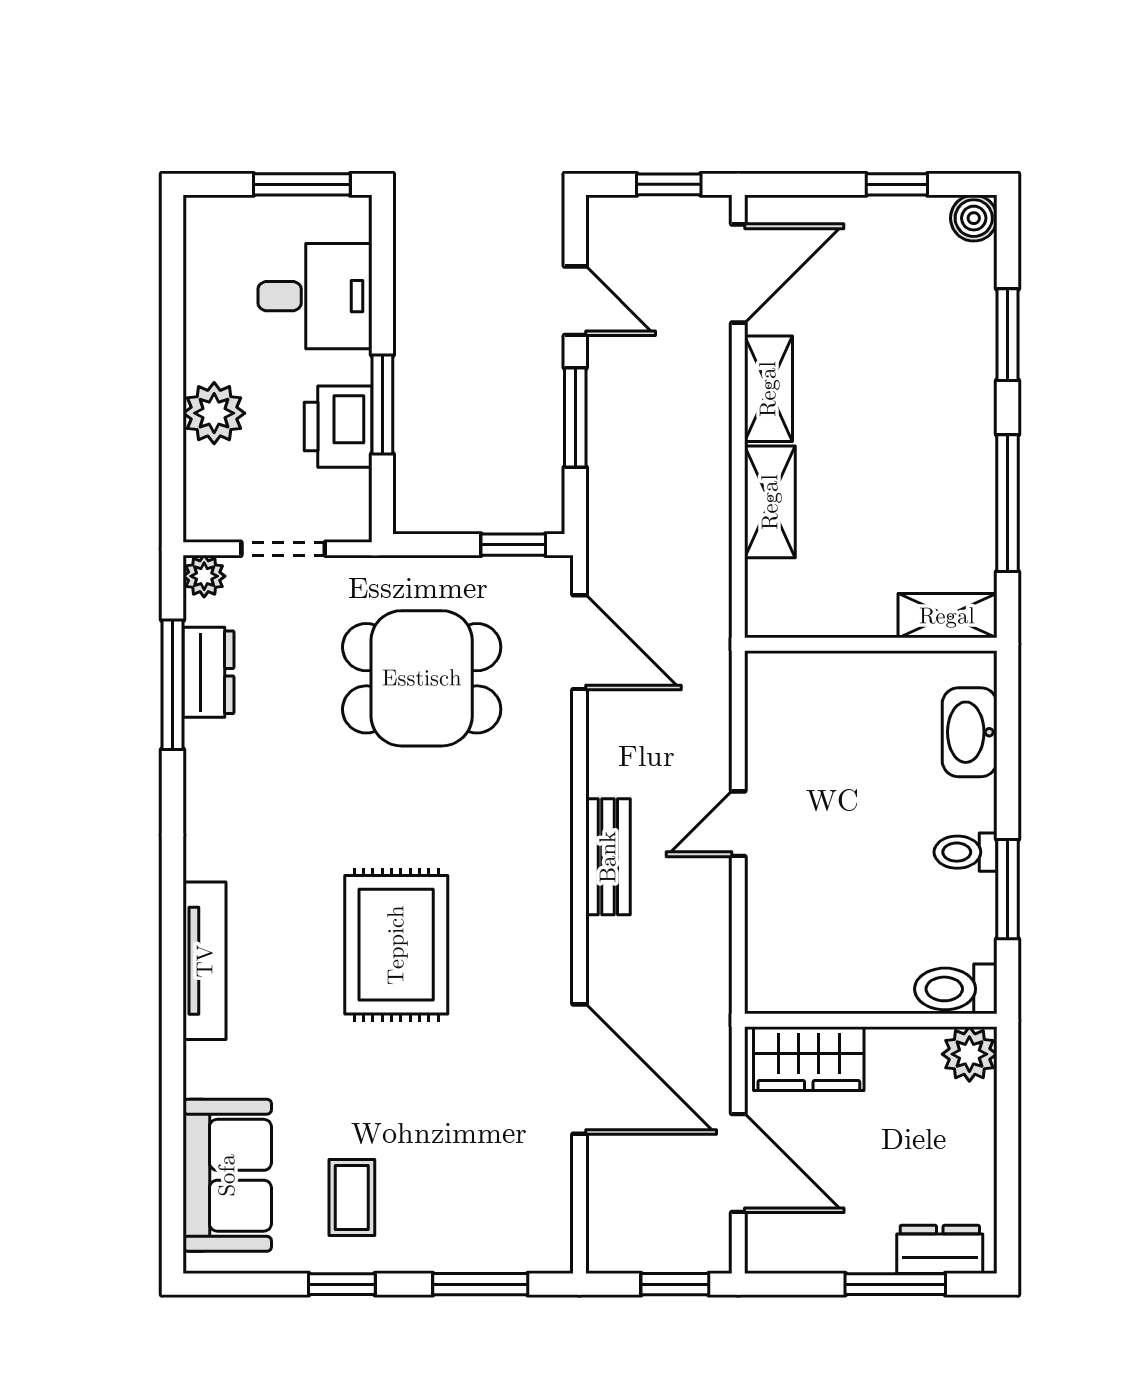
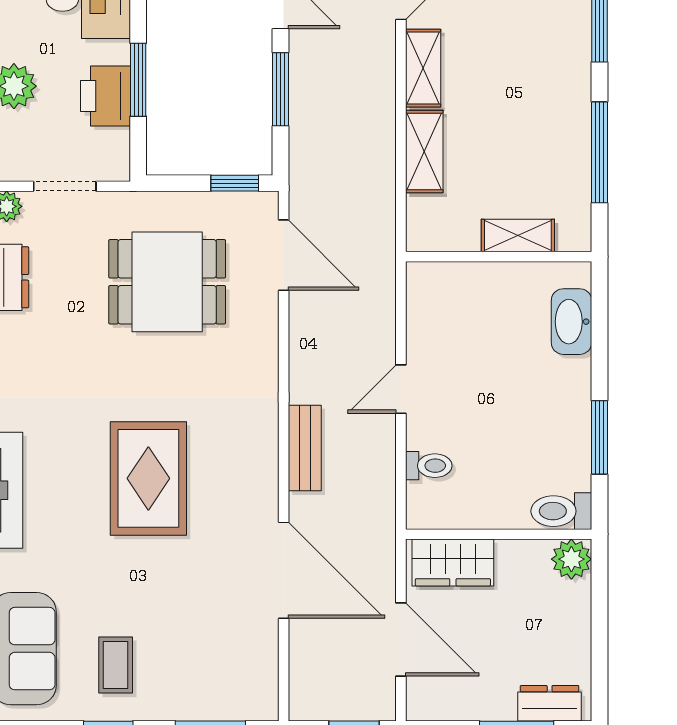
shelving: (947, 616) -> (518, 236), moved
toilet: (965, 852) -> (429, 466), moved, turned 180
bench: (608, 857) -> (305, 448), moved

